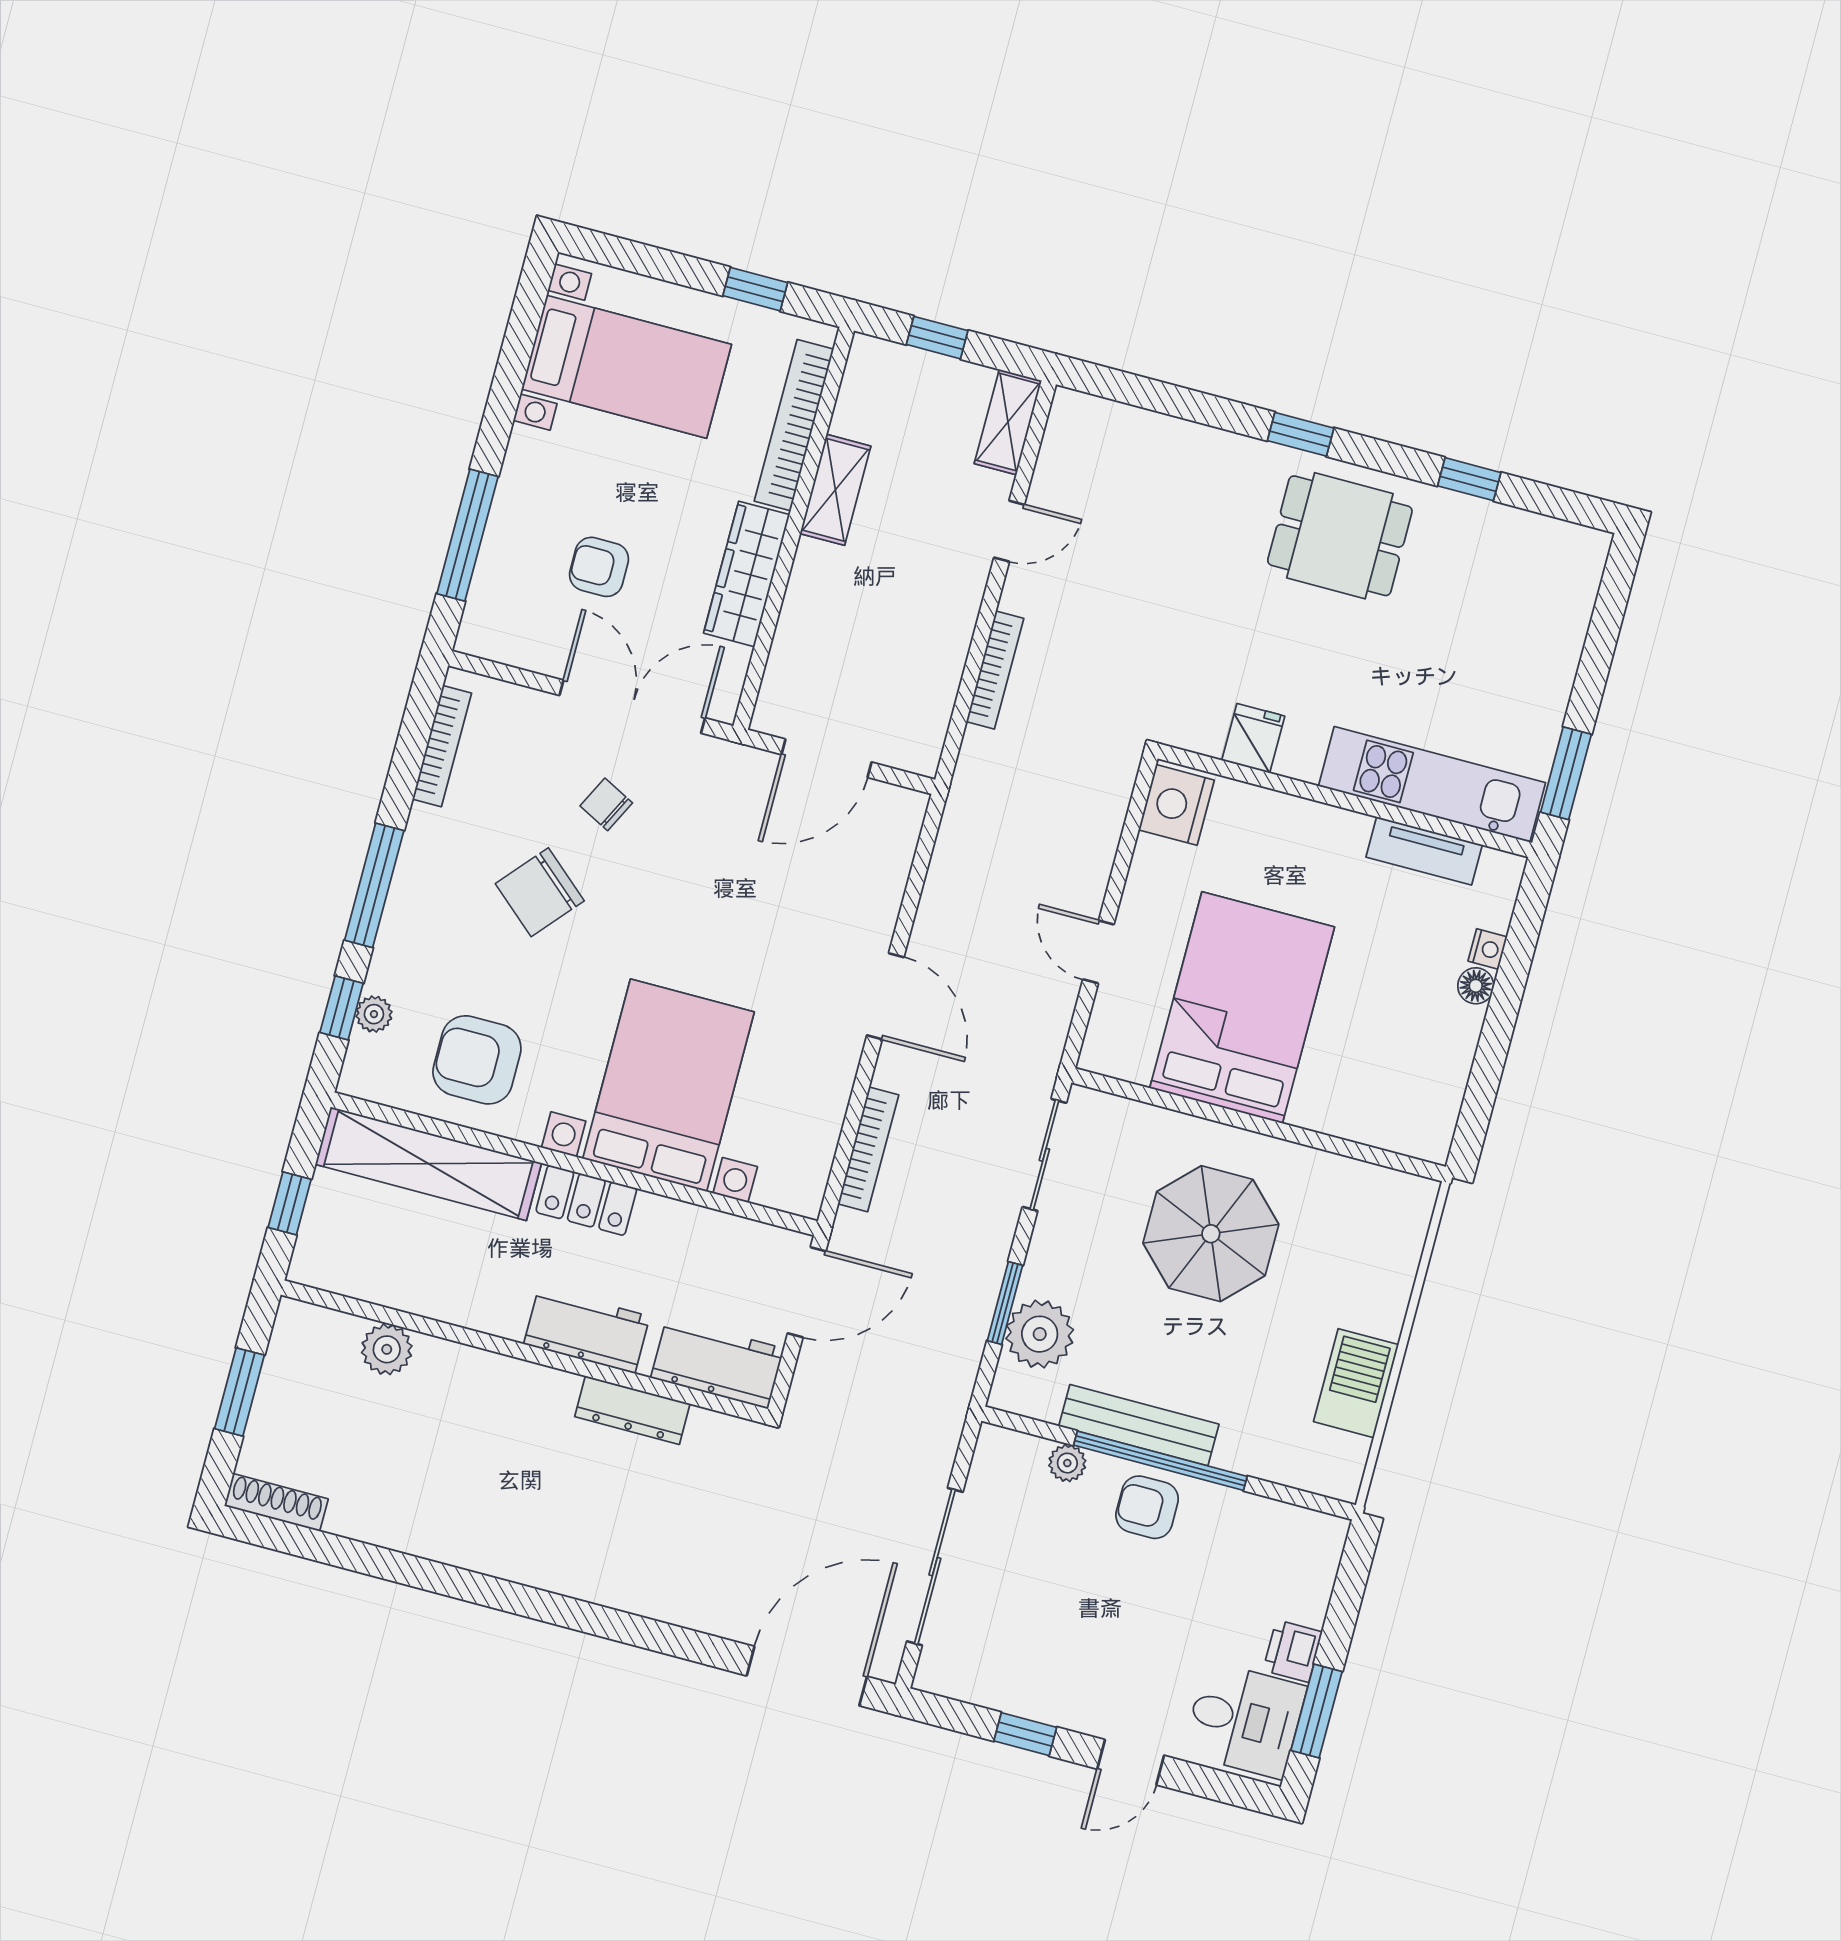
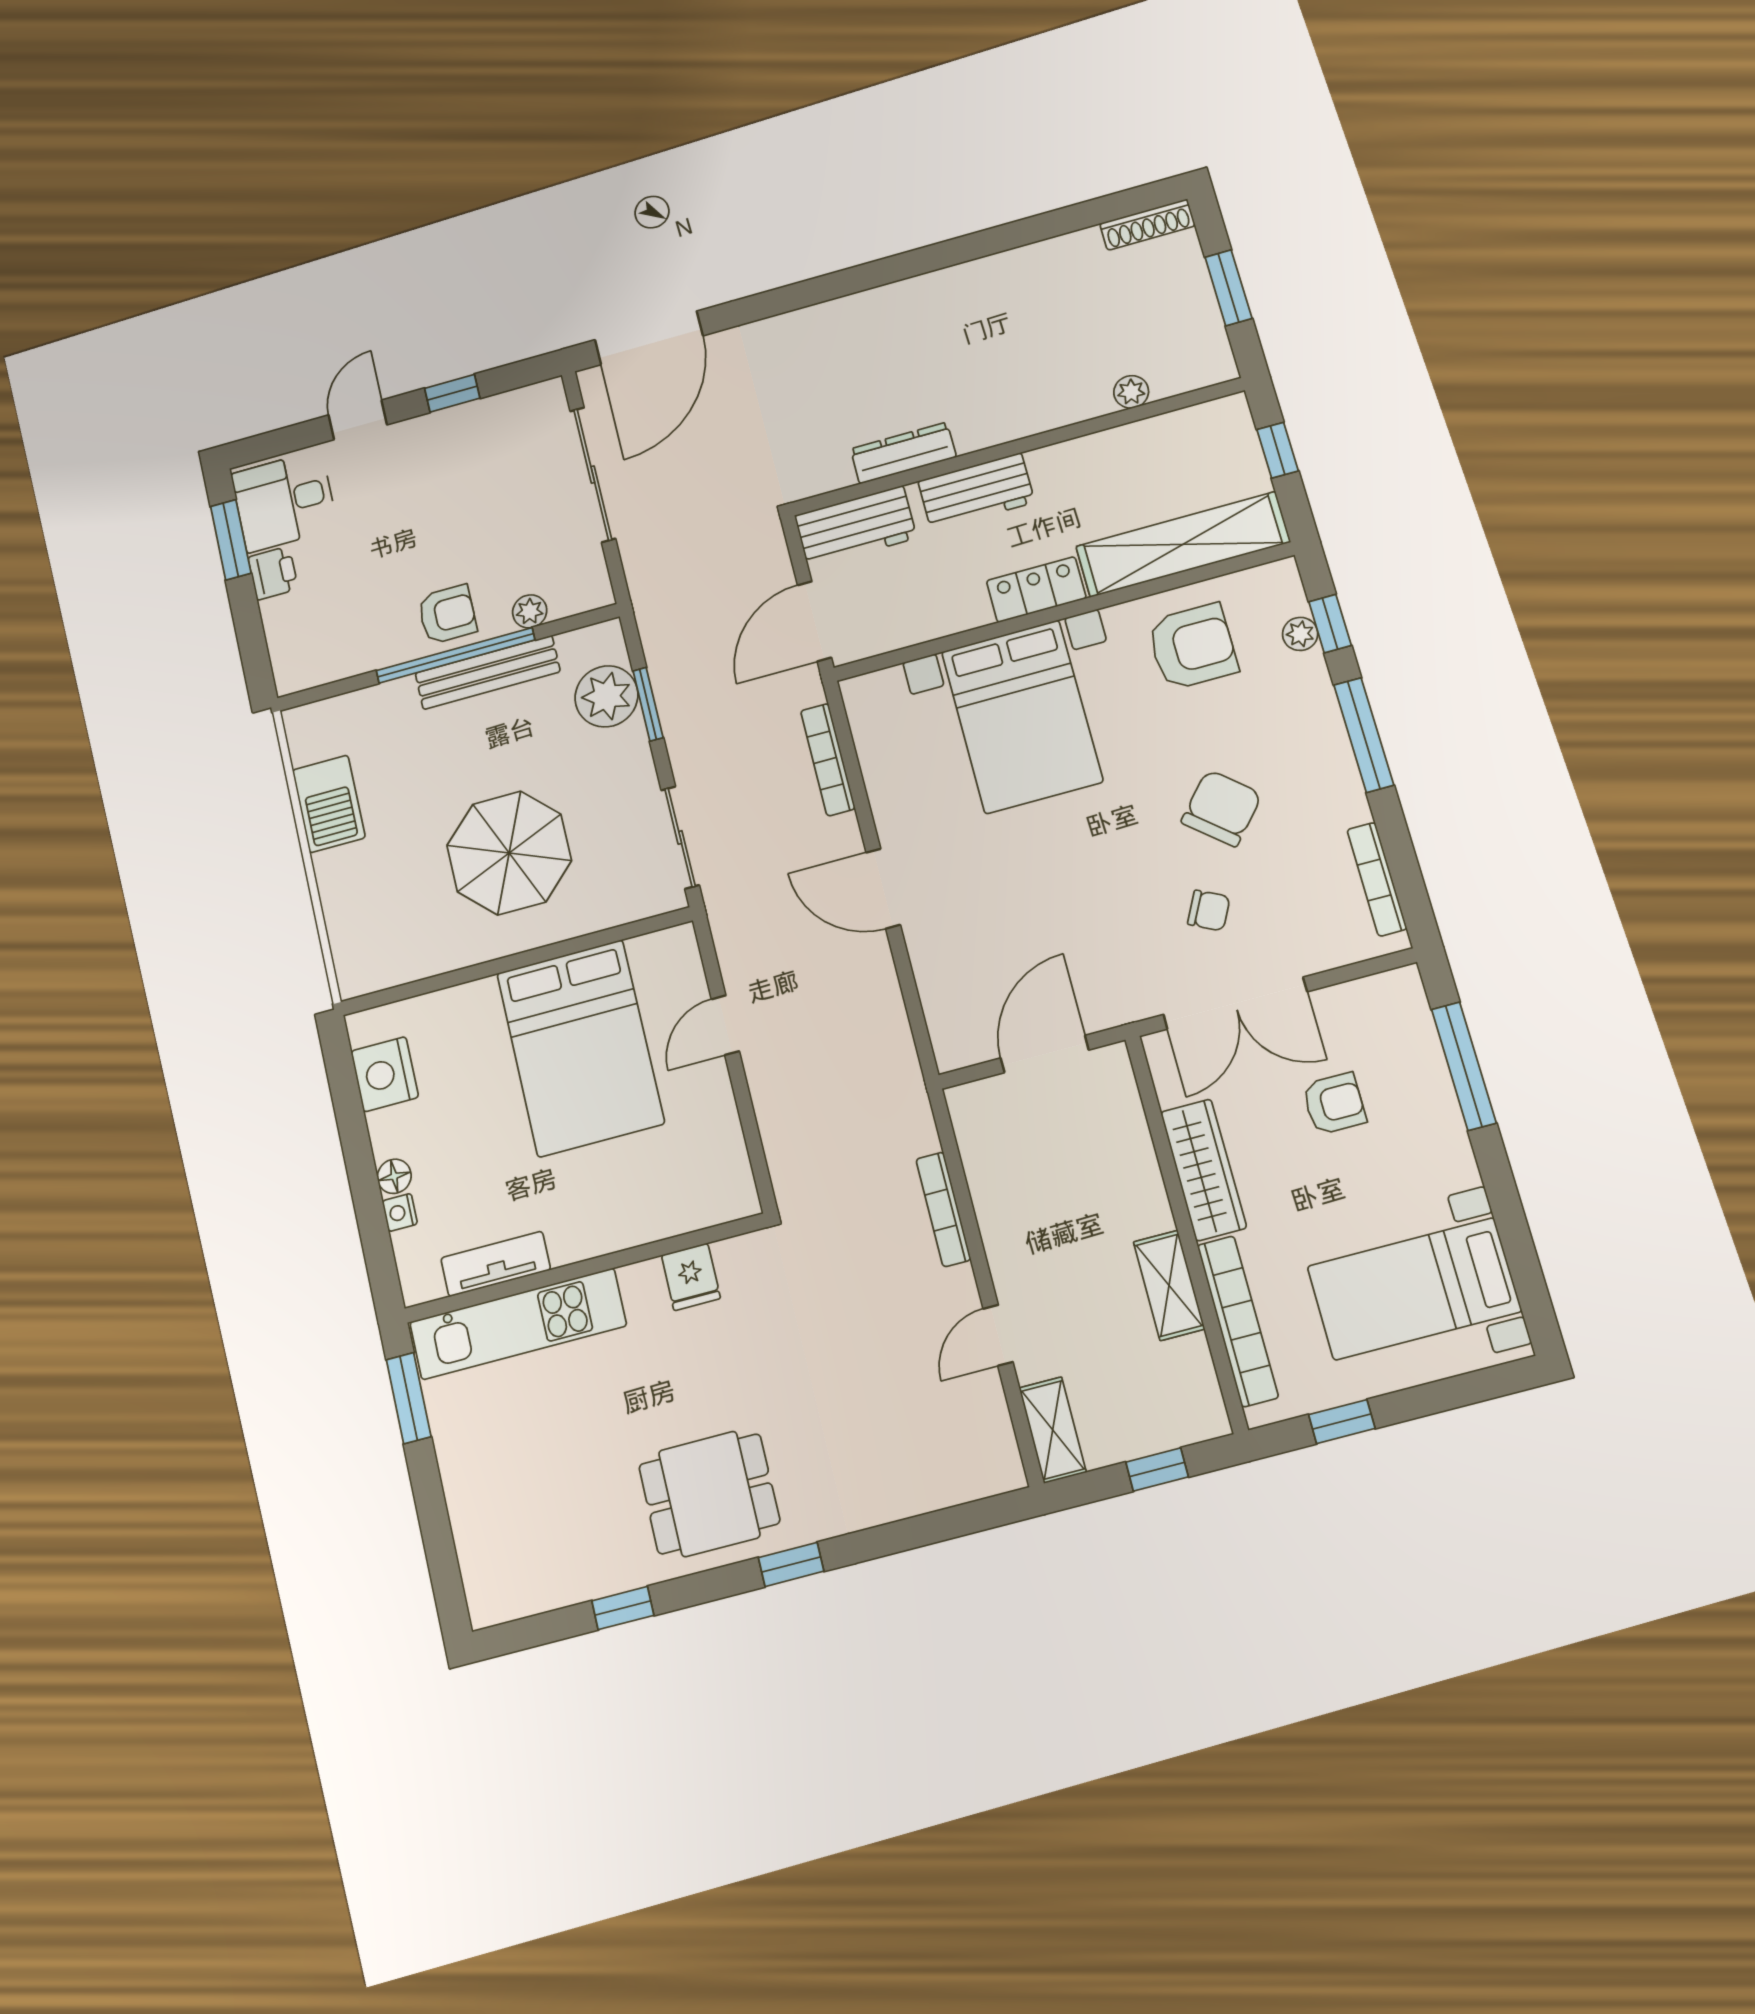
nightstand: (1176, 805) -> (385, 1074), moved, turned 180
door: (1098, 952) -> (725, 1025), swing flipped
plant: (387, 1349) -> (1131, 392), width x0.73, depth x0.73

